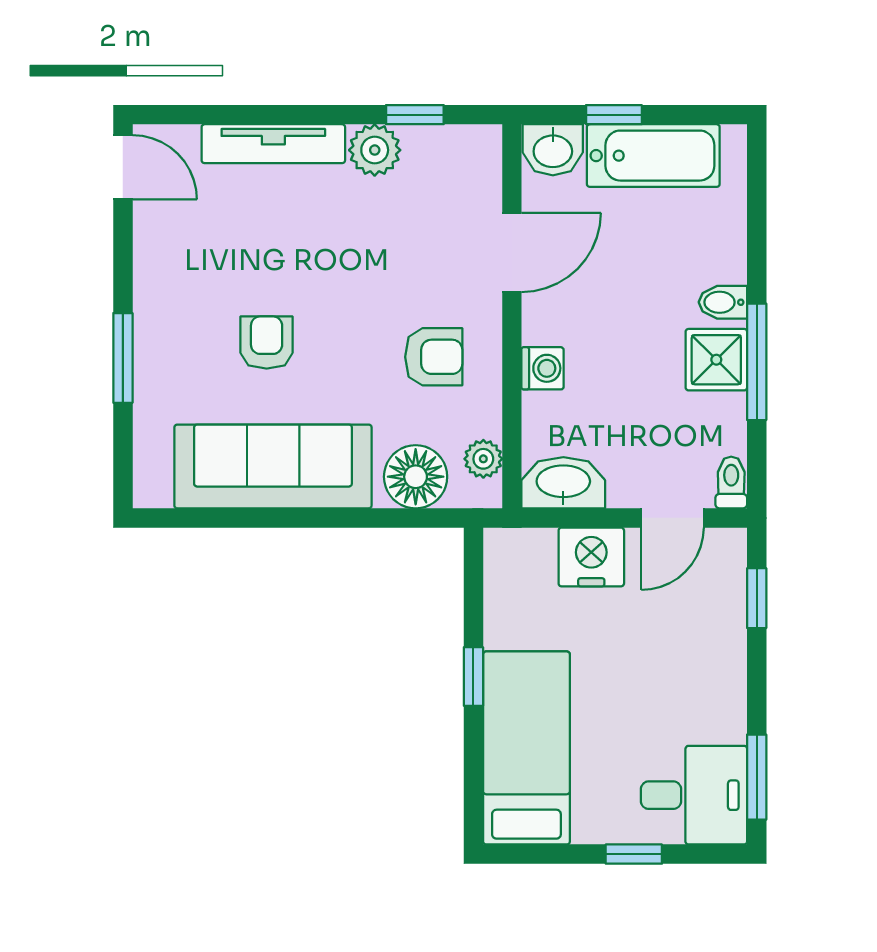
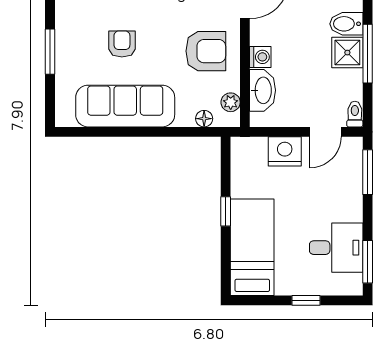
bidet: (723, 302) -> (346, 24), width x1.38, depth x1.36
armchair: (434, 357) -> (206, 51), width x1.38, depth x1.38
floor lamp: (416, 477) -> (204, 119), width x0.53, depth x0.53
washbasin: (563, 483) -> (263, 90), moved, turned 90
window: (757, 598) -> (368, 172), width x1.50
desk: (694, 795) -> (336, 248), moved

